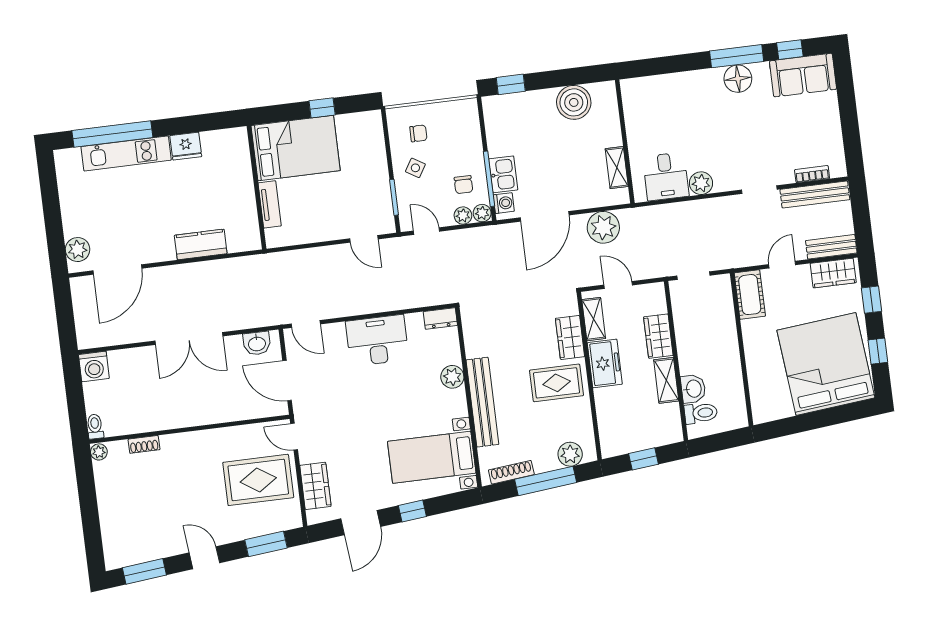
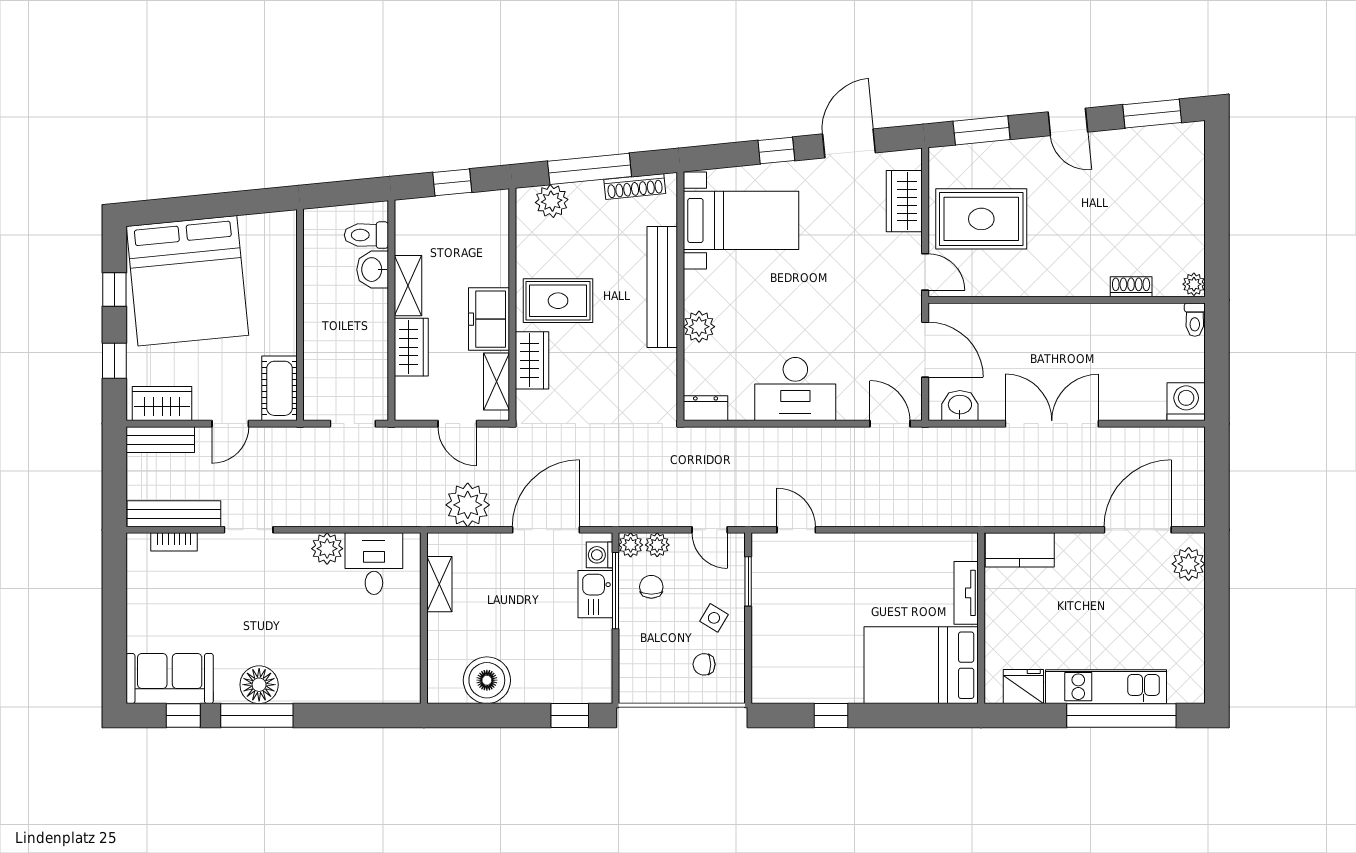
bed: (296, 148) -> (921, 665), moved
wall: (257, 187) -> (981, 618), moved
tv unit: (270, 204) -> (966, 593), moved

